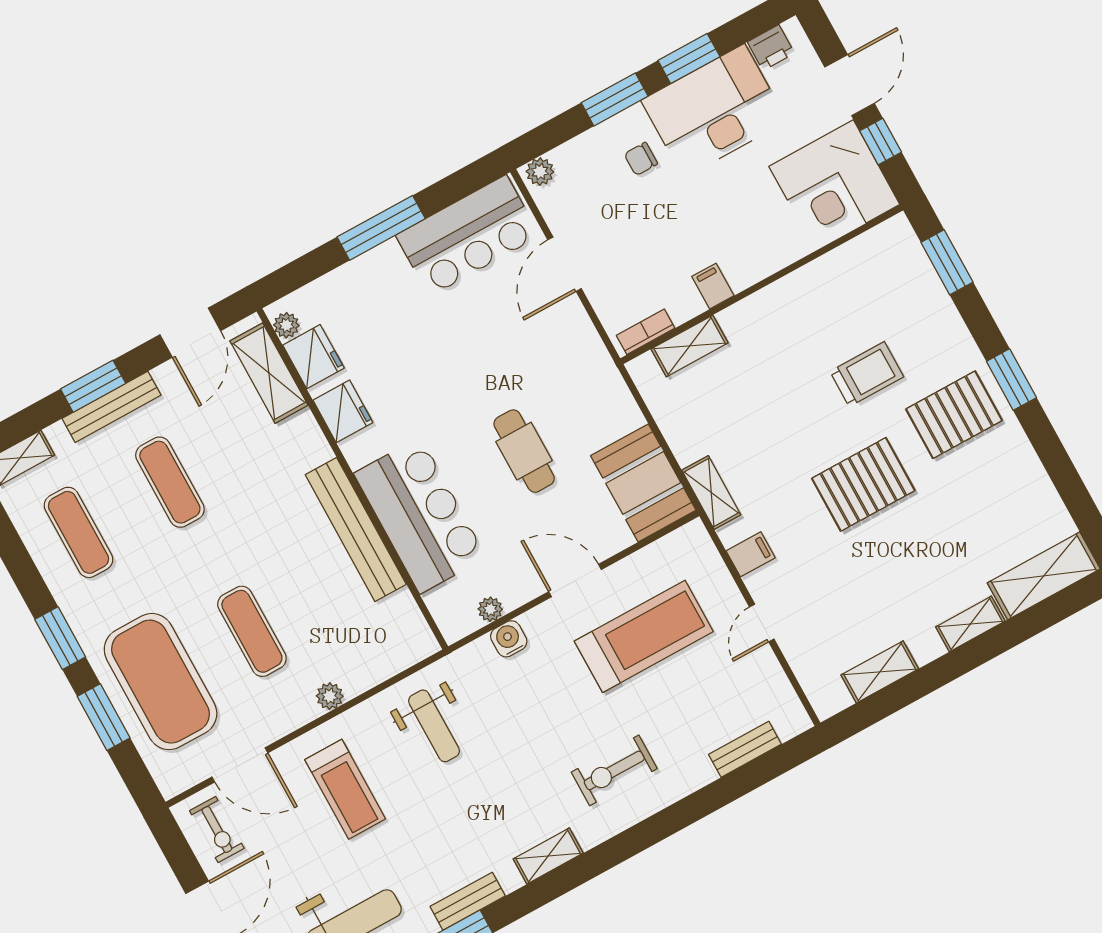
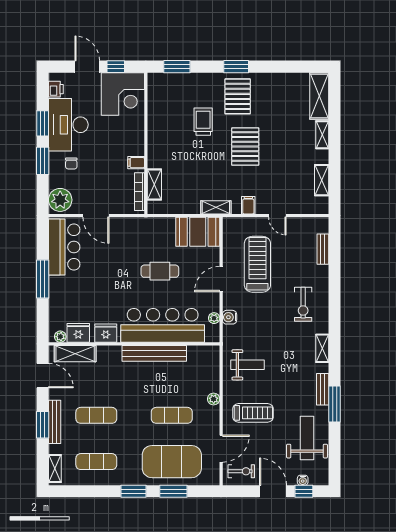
plant: (540, 172) -> (60, 200), width x1.87, depth x1.87
bookcase: (646, 332) -> (139, 192), width x1.56
bar counter: (420, 515) -> (163, 325), width x1.36

